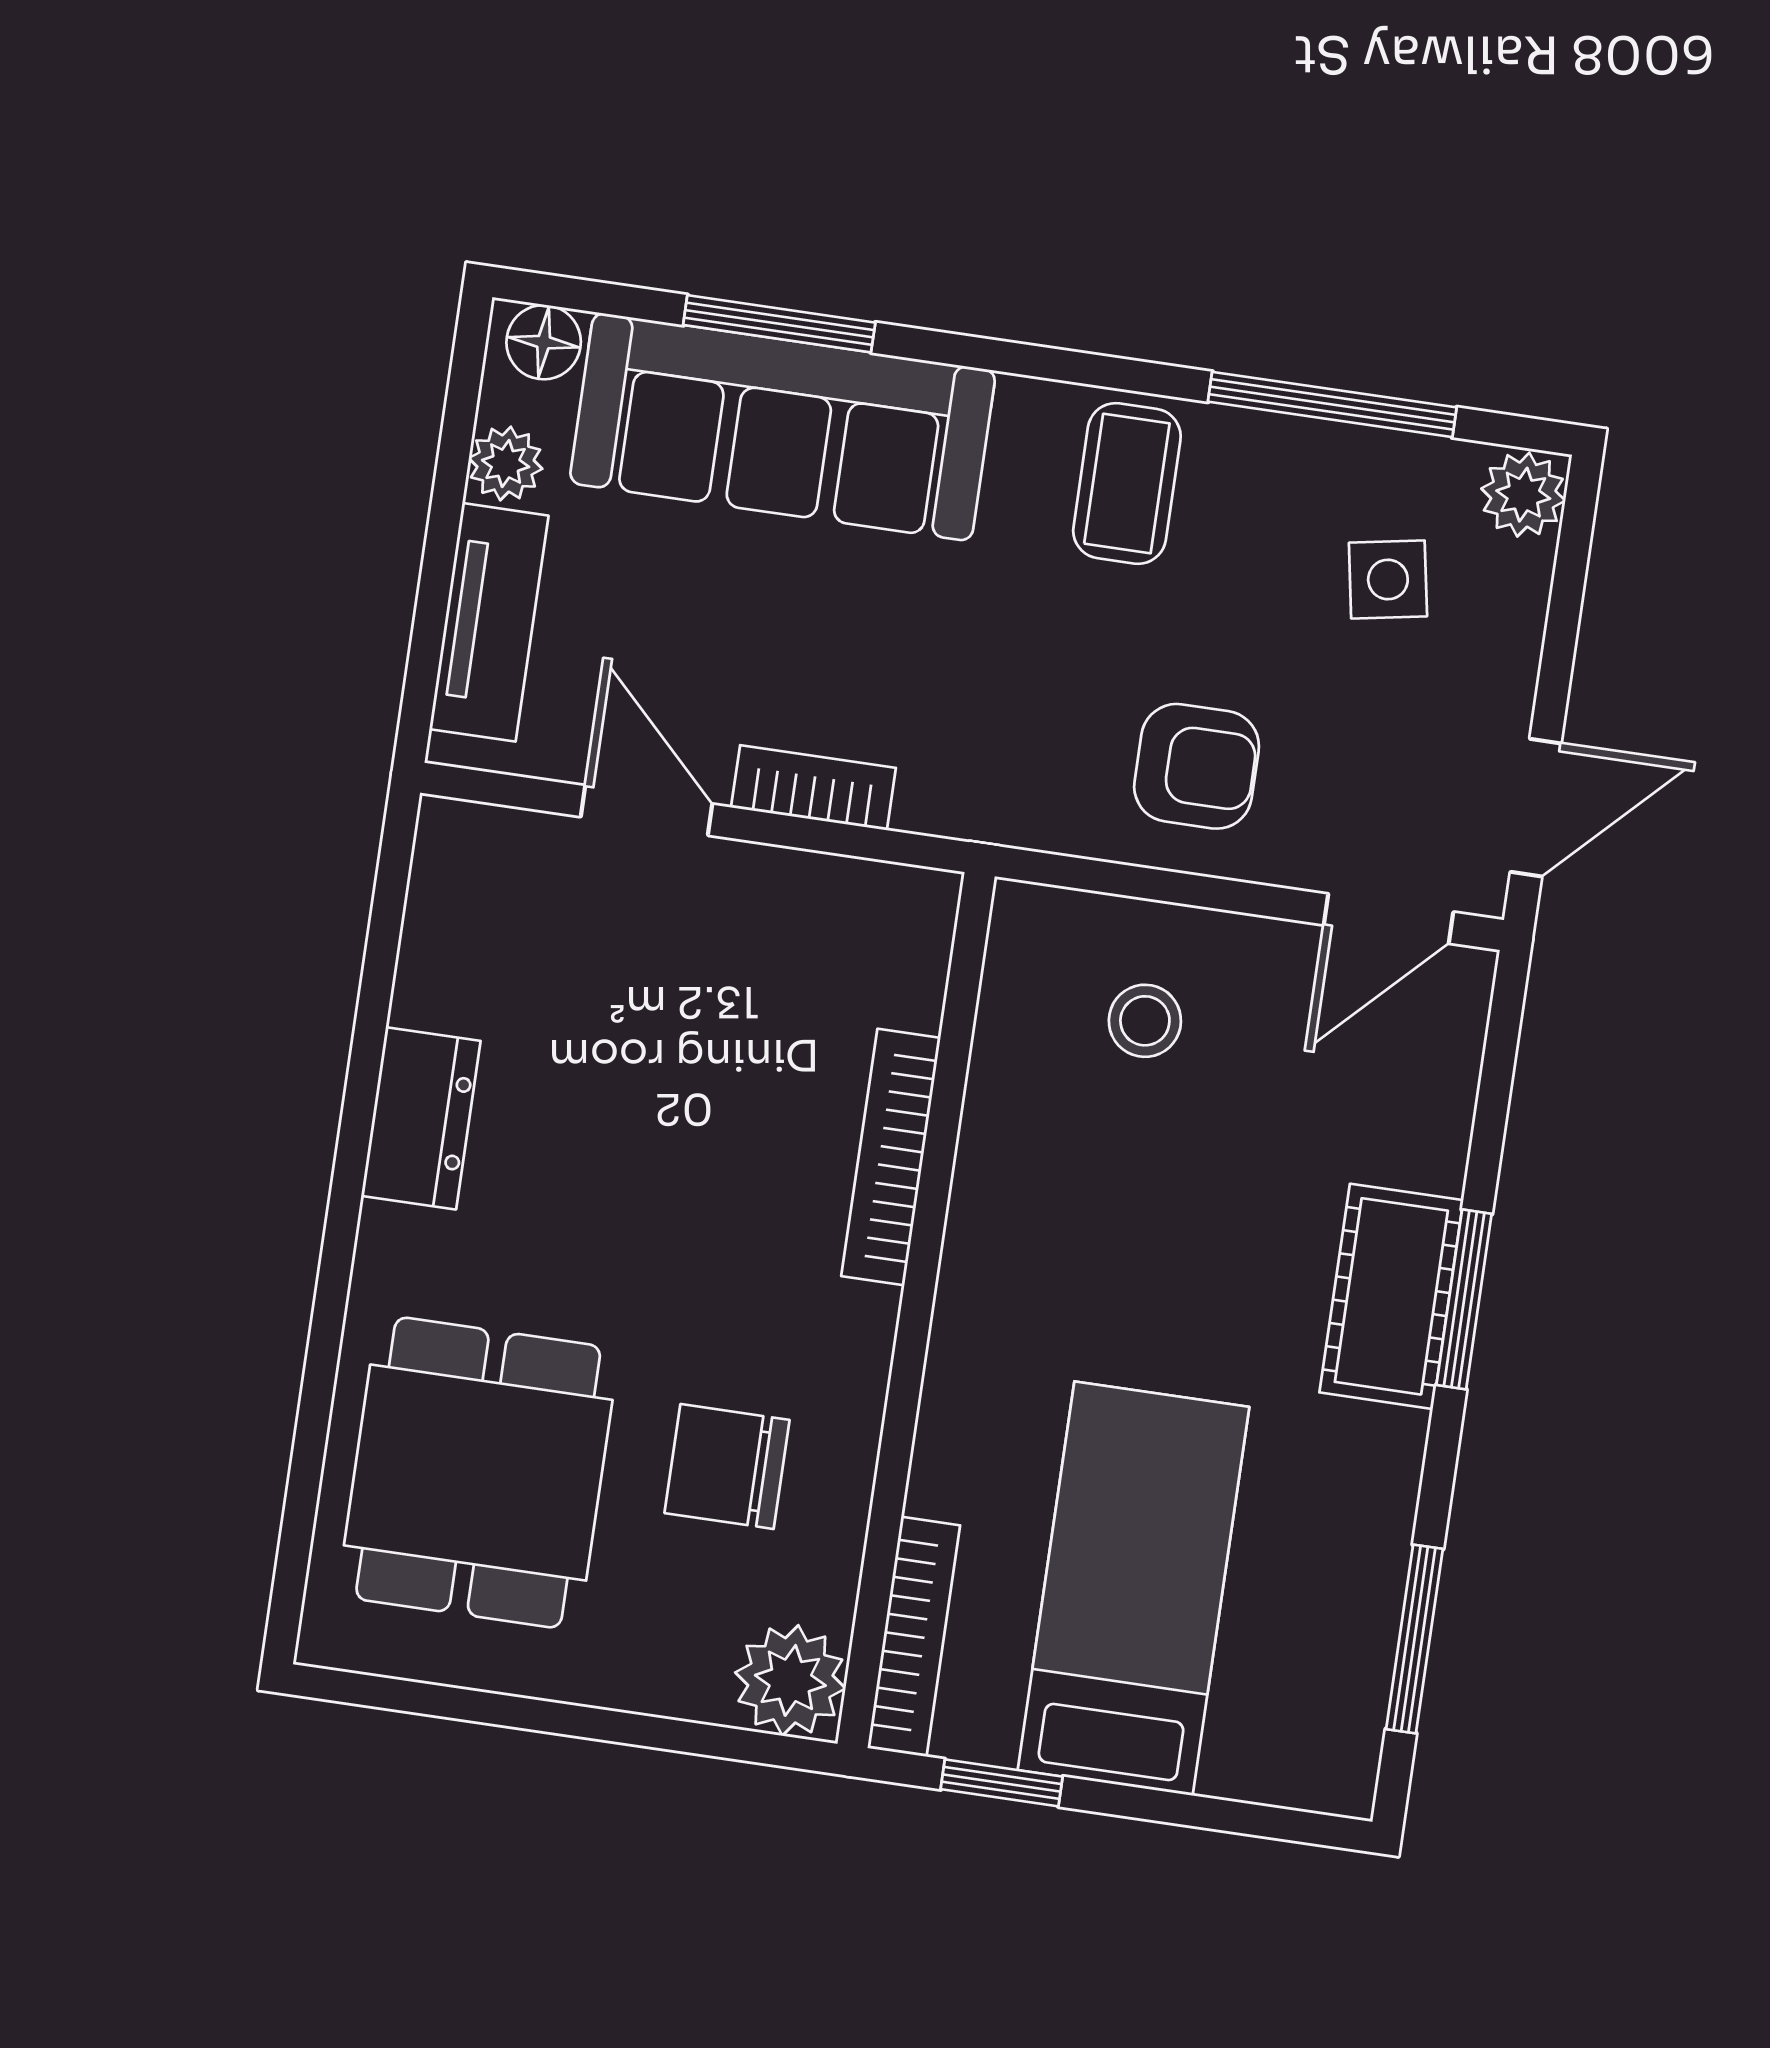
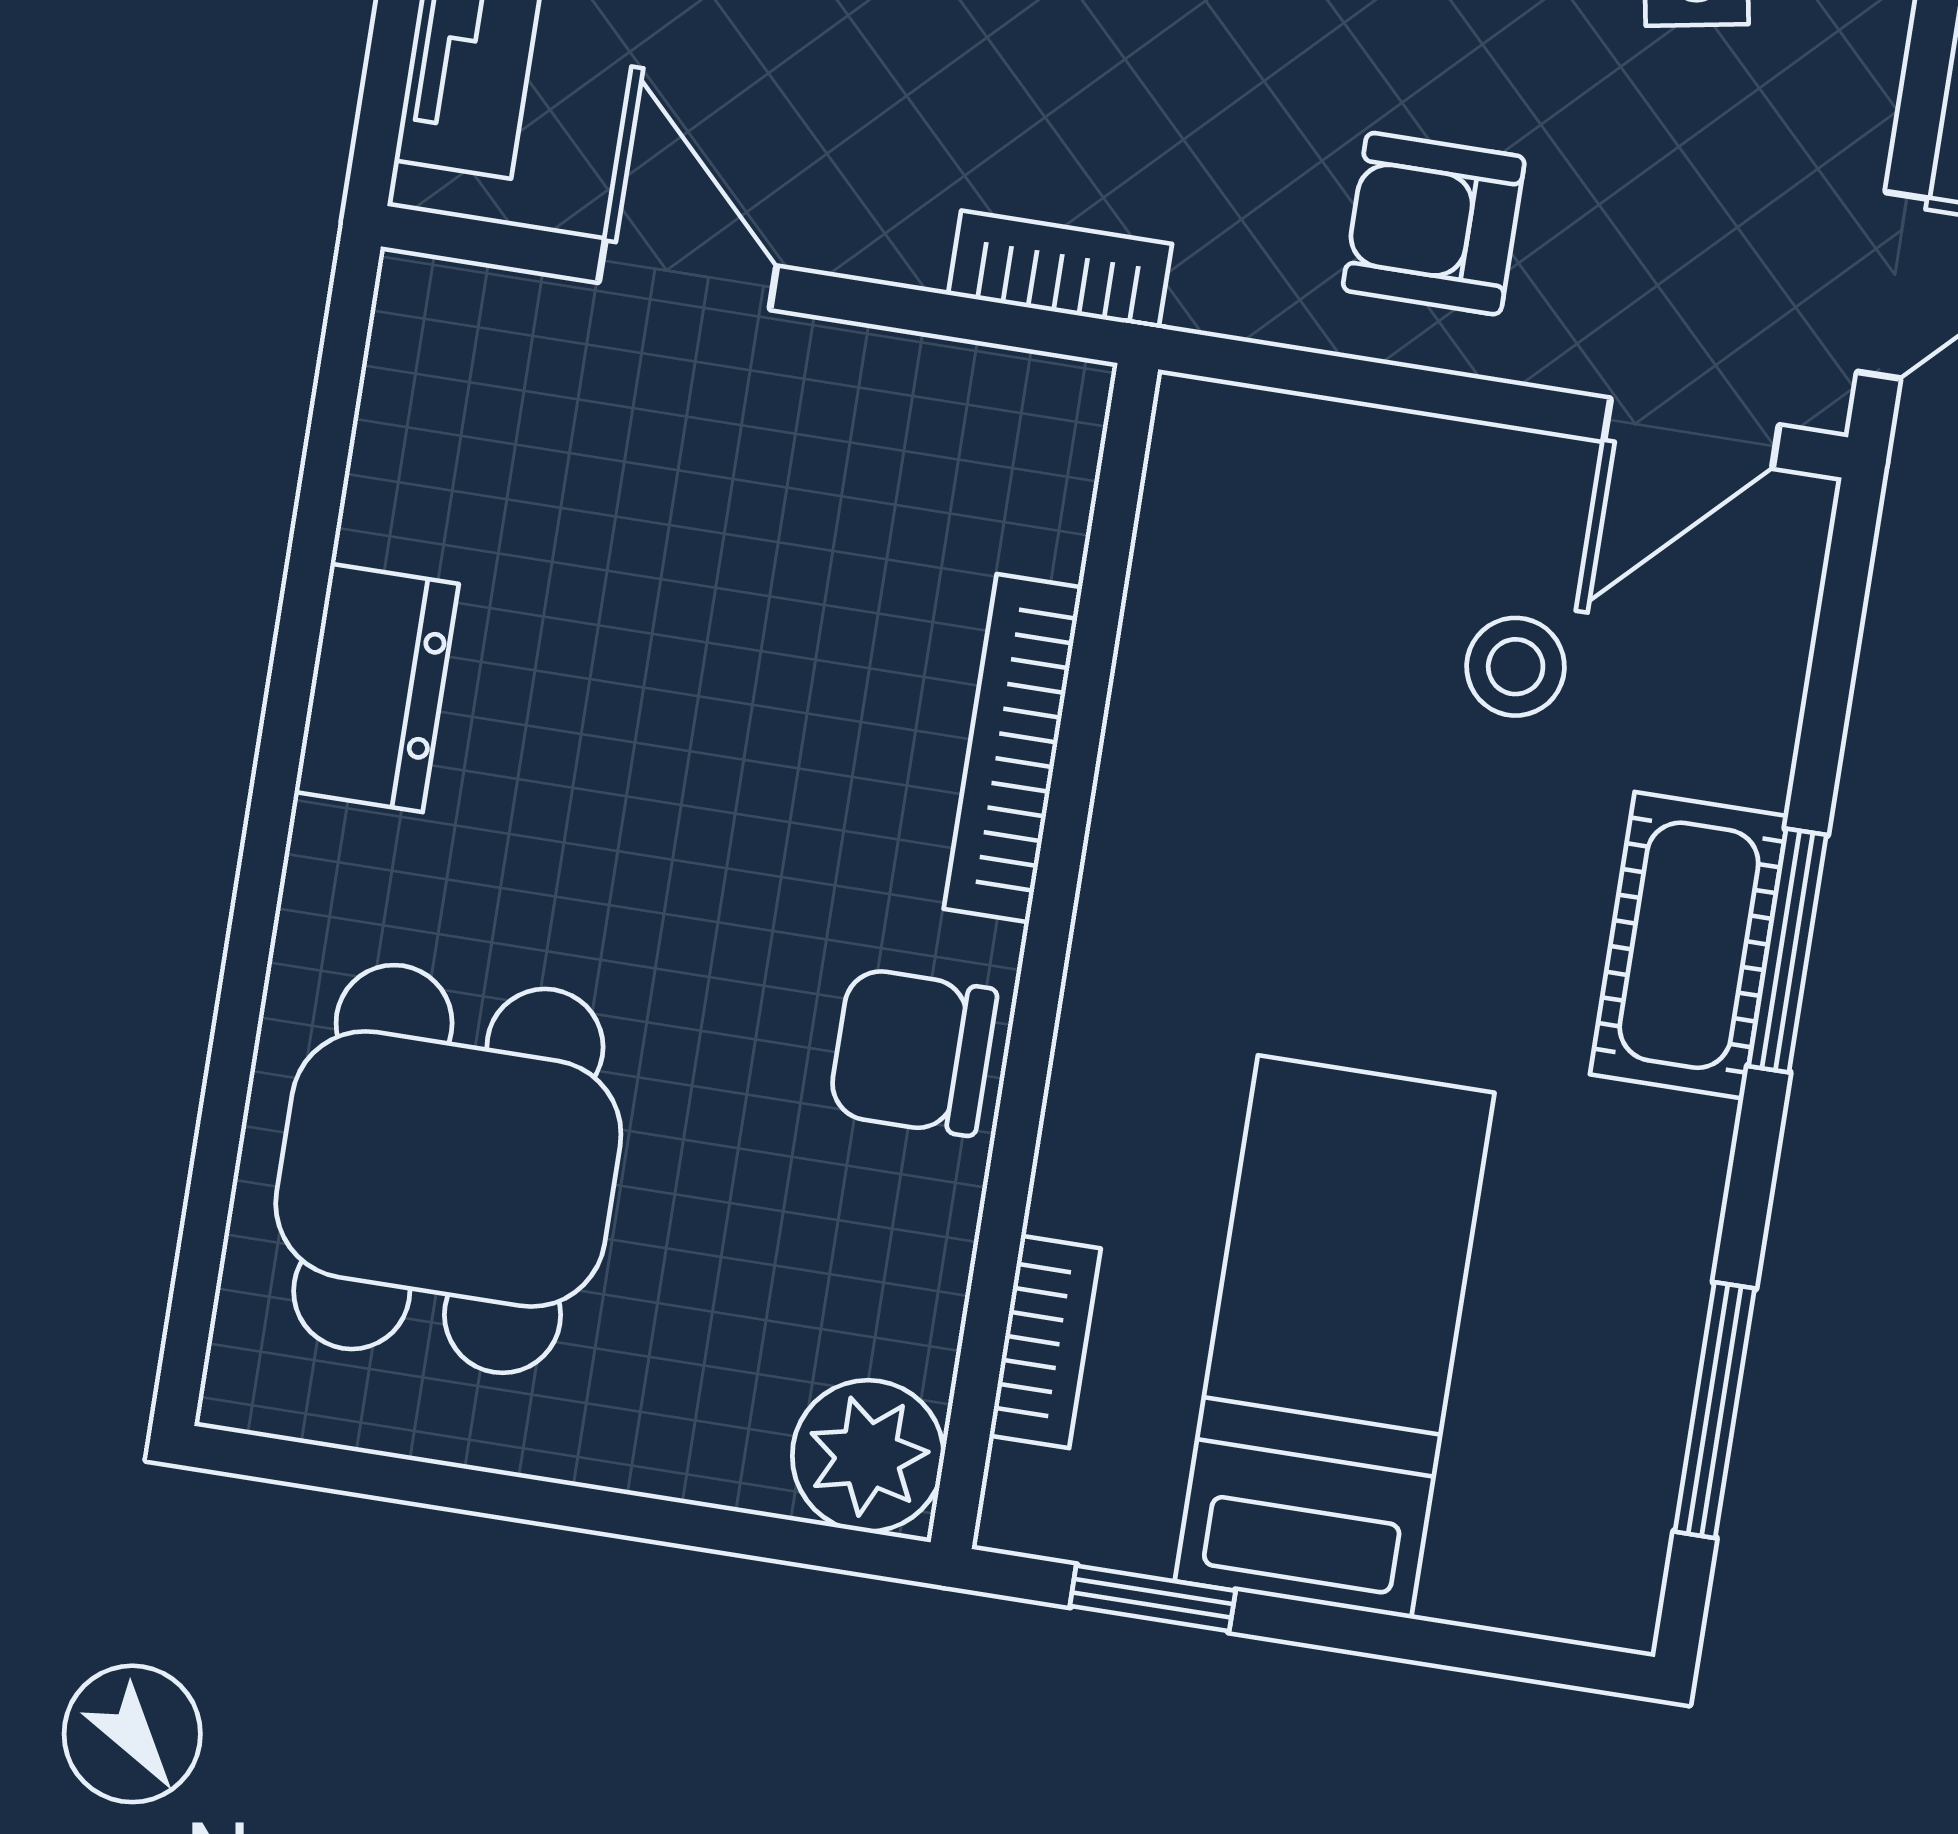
armchair: (1197, 766) -> (1434, 224), turned 180
bookcase: (813, 788) -> (1060, 269), moved
stool: (1145, 1021) -> (1516, 667), moved
chair: (727, 1466) -> (913, 1052), moved
bookcase: (914, 1636) -> (1045, 1342), width x0.64

